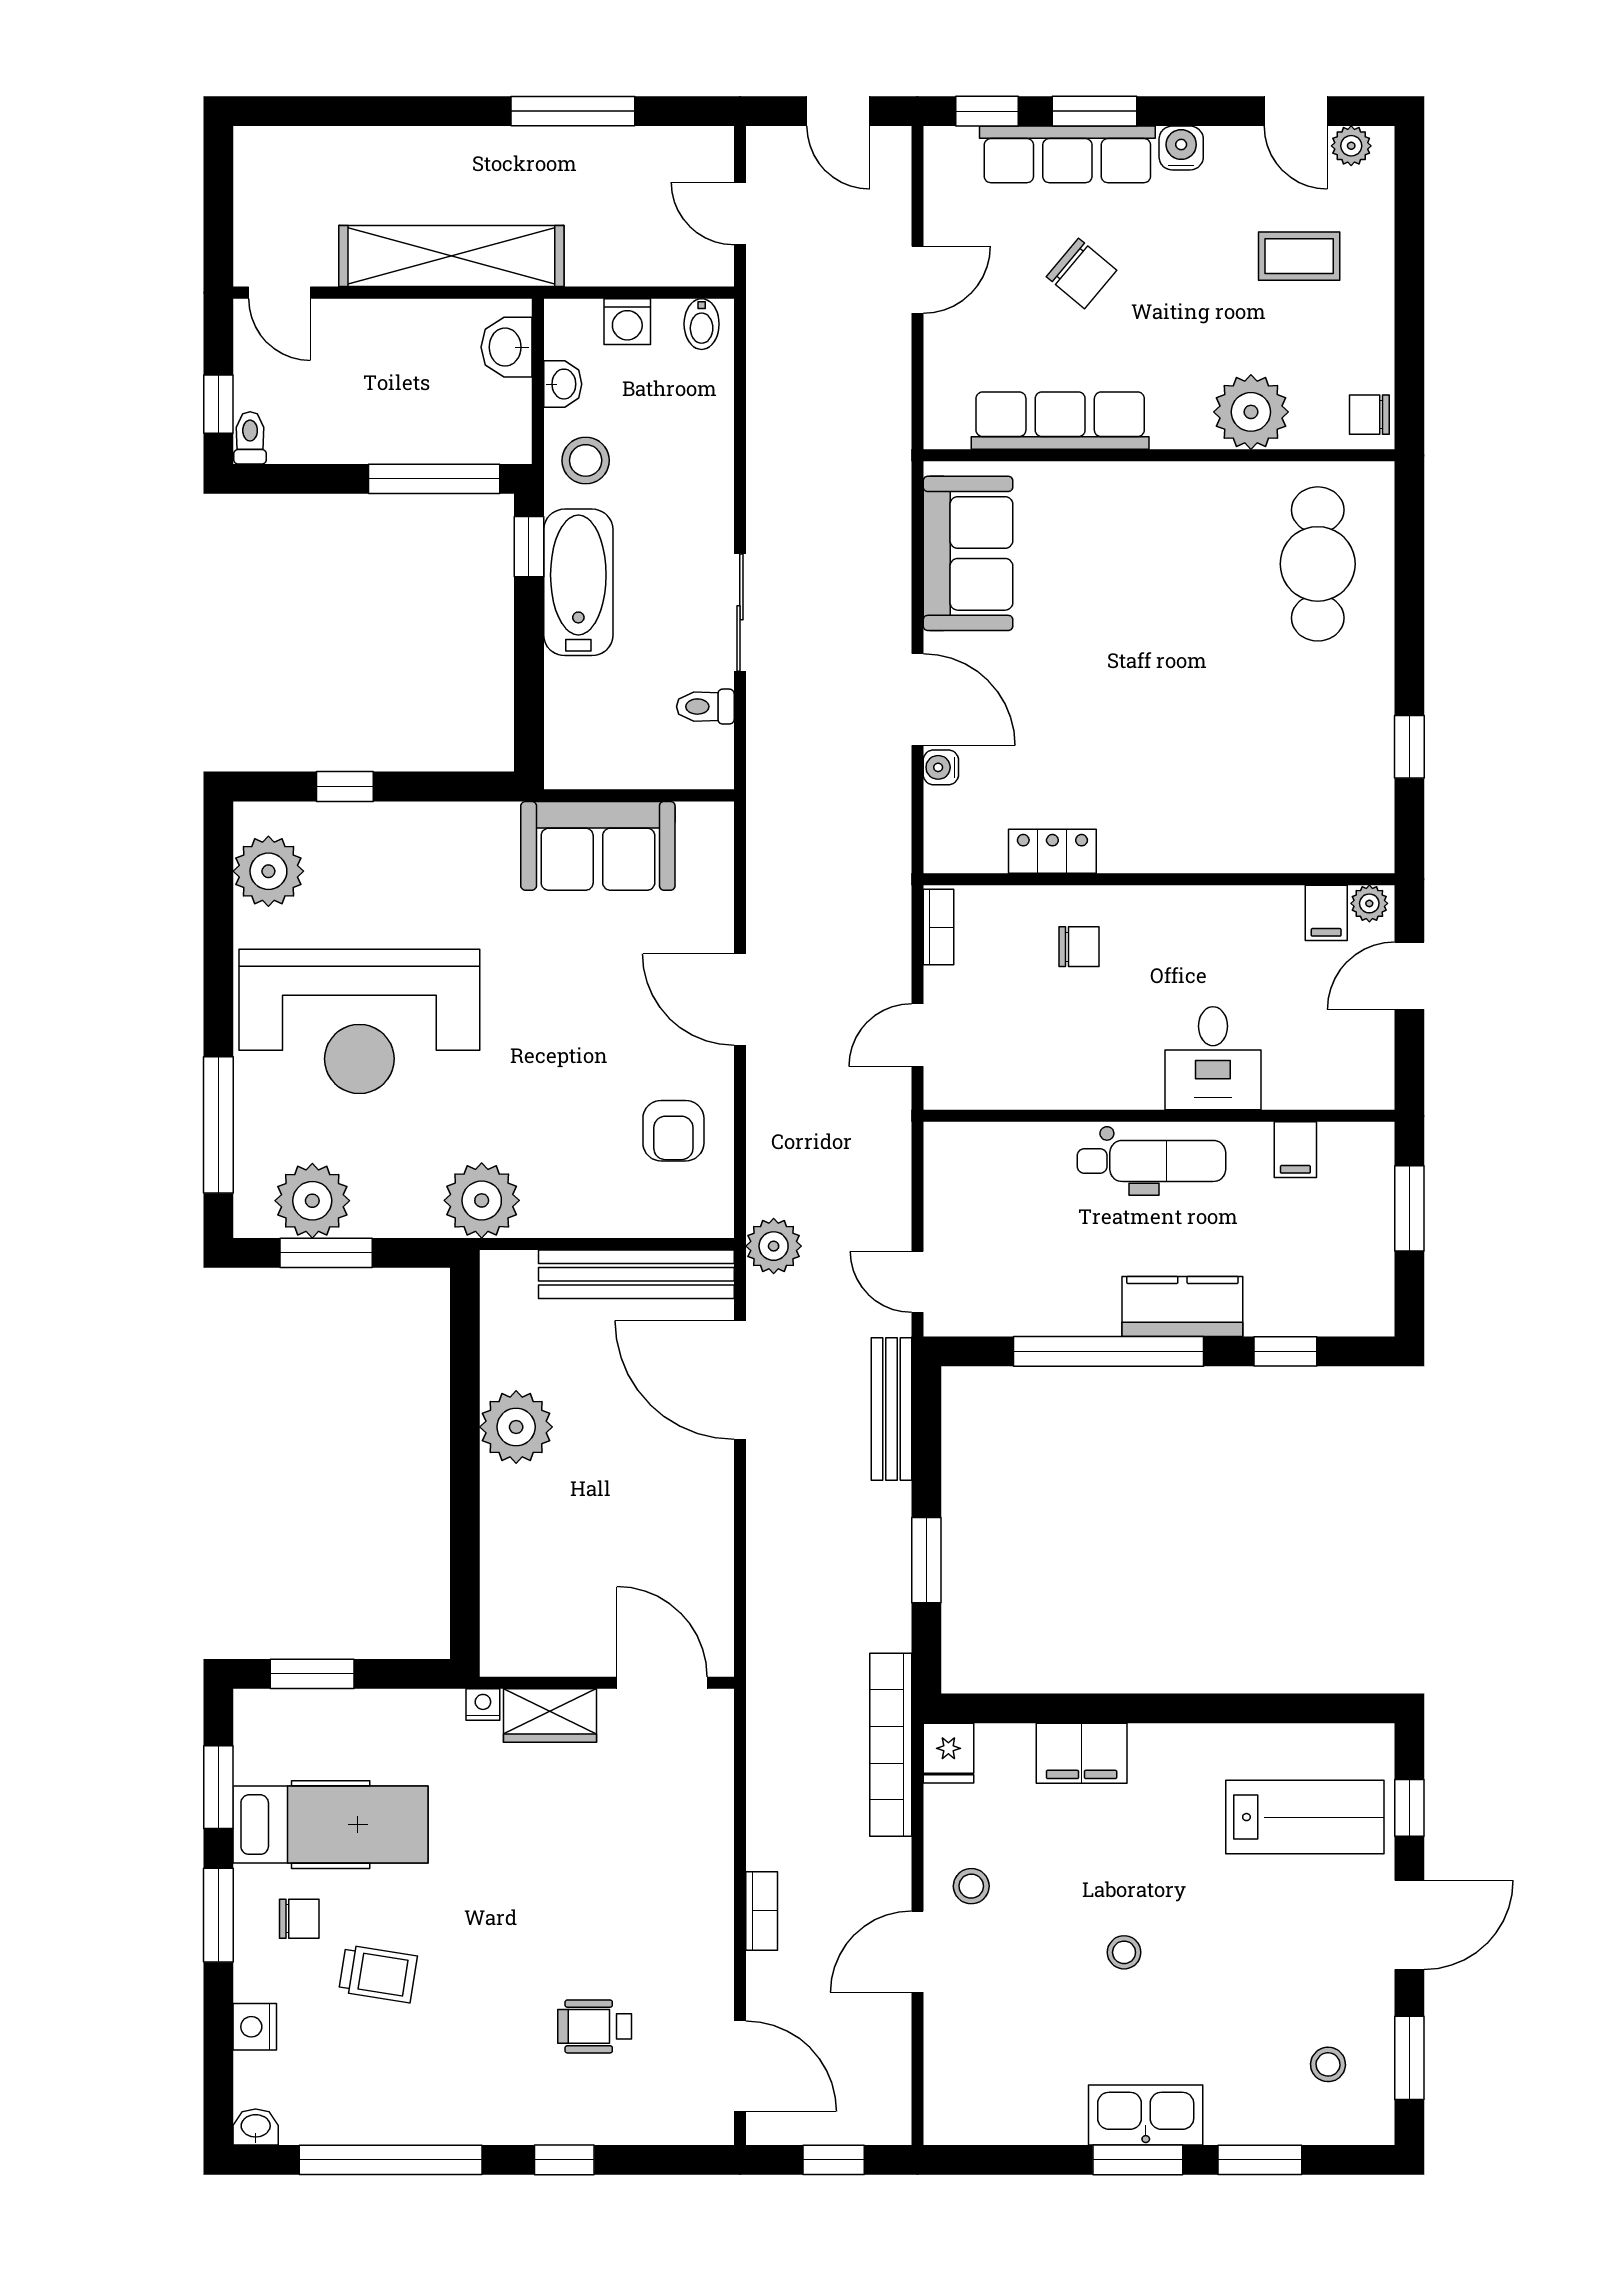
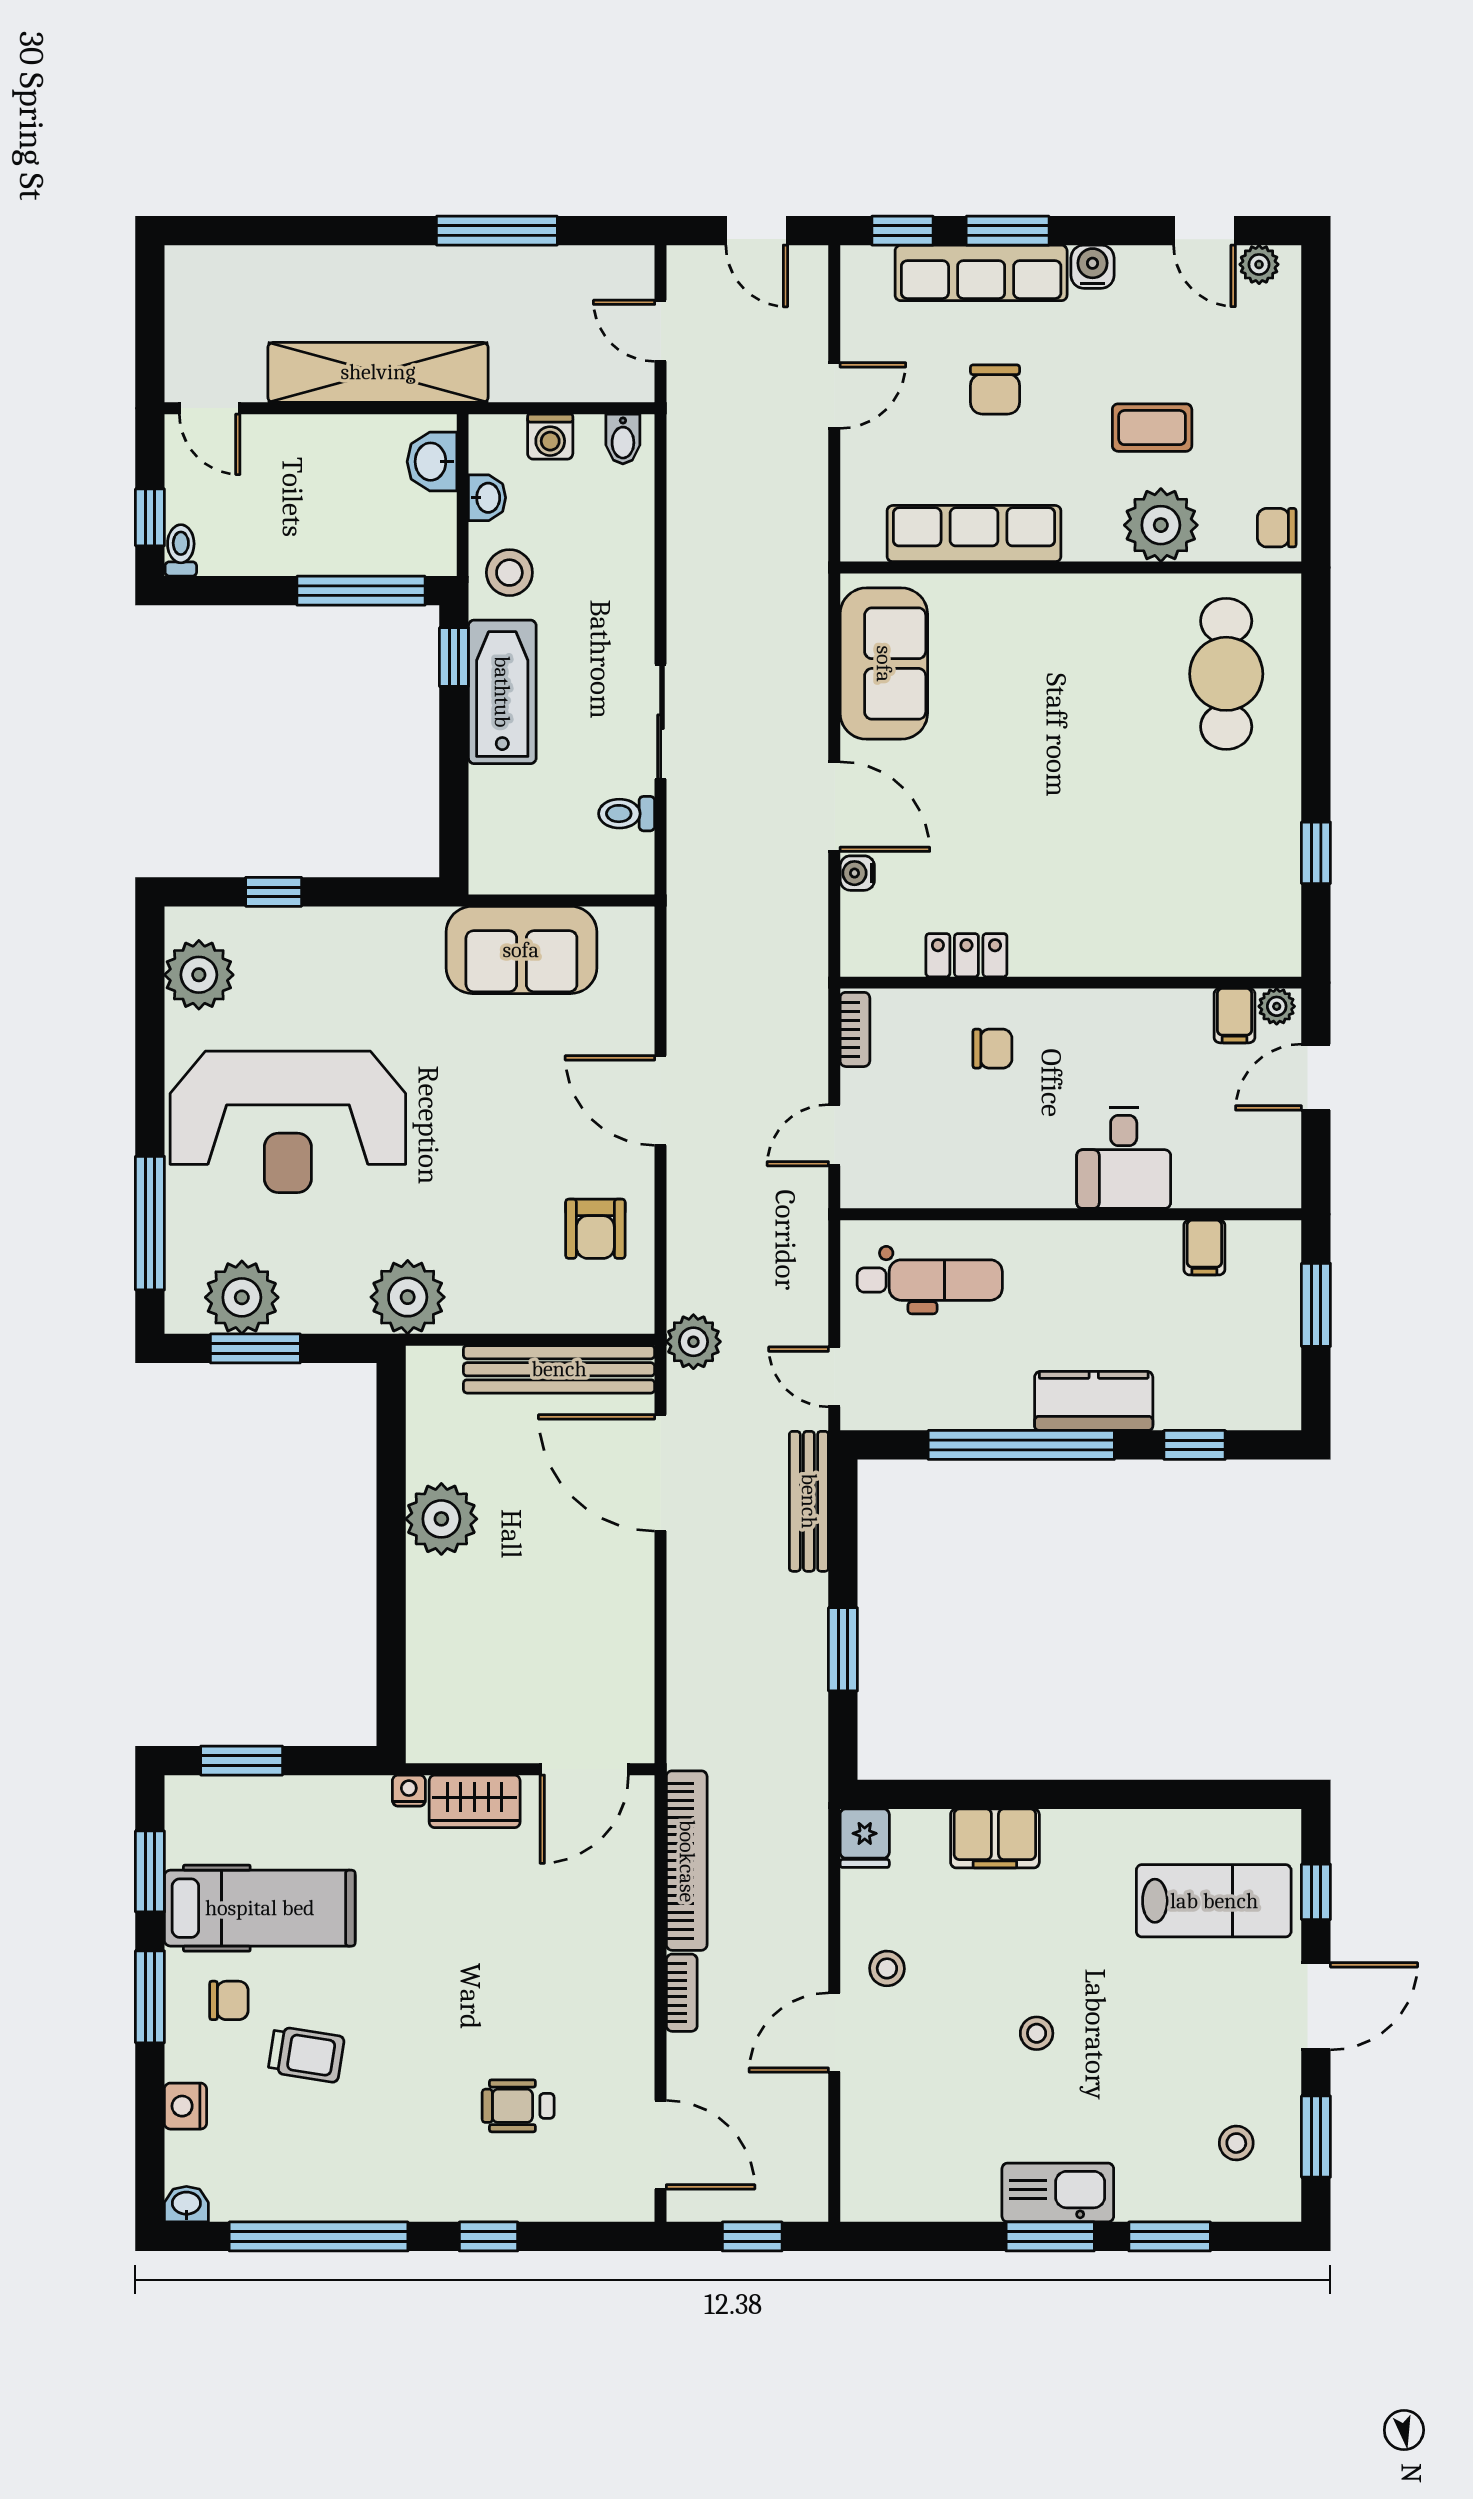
coffee table: (1299, 256) -> (1152, 428), moved
chair: (1082, 273) -> (995, 389), turned 50
dental chair: (1151, 1161) -> (930, 1280), moved
door: (662, 1683) -> (584, 1769), swing flipped
bookcase: (891, 1745) -> (687, 1861), moved, turned 180

